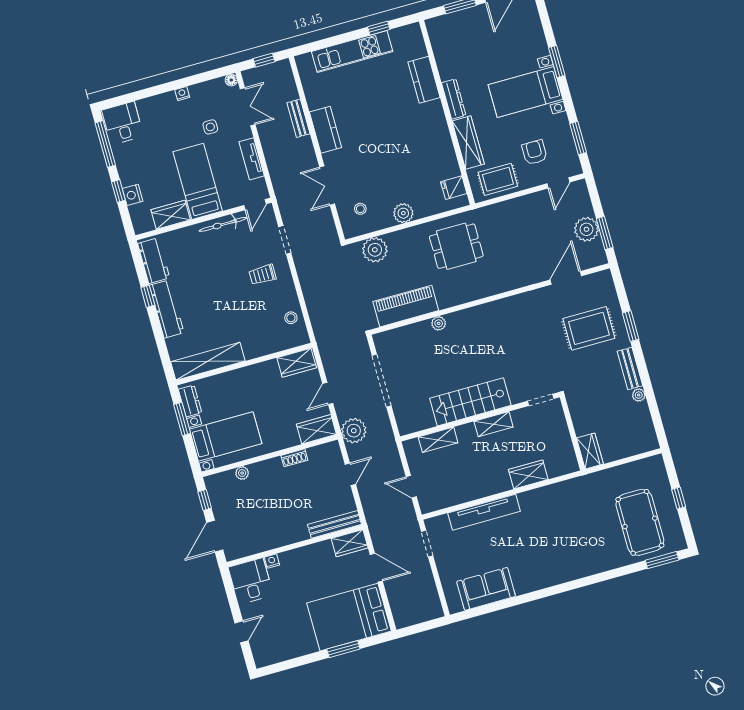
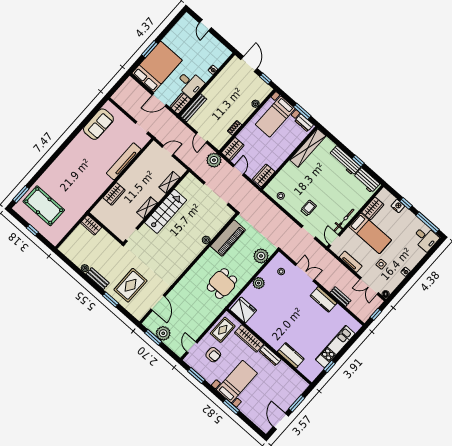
fridge: (454, 188) -> (243, 310), width x1.88, depth x1.34
desk: (251, 581) -> (190, 84), moved

